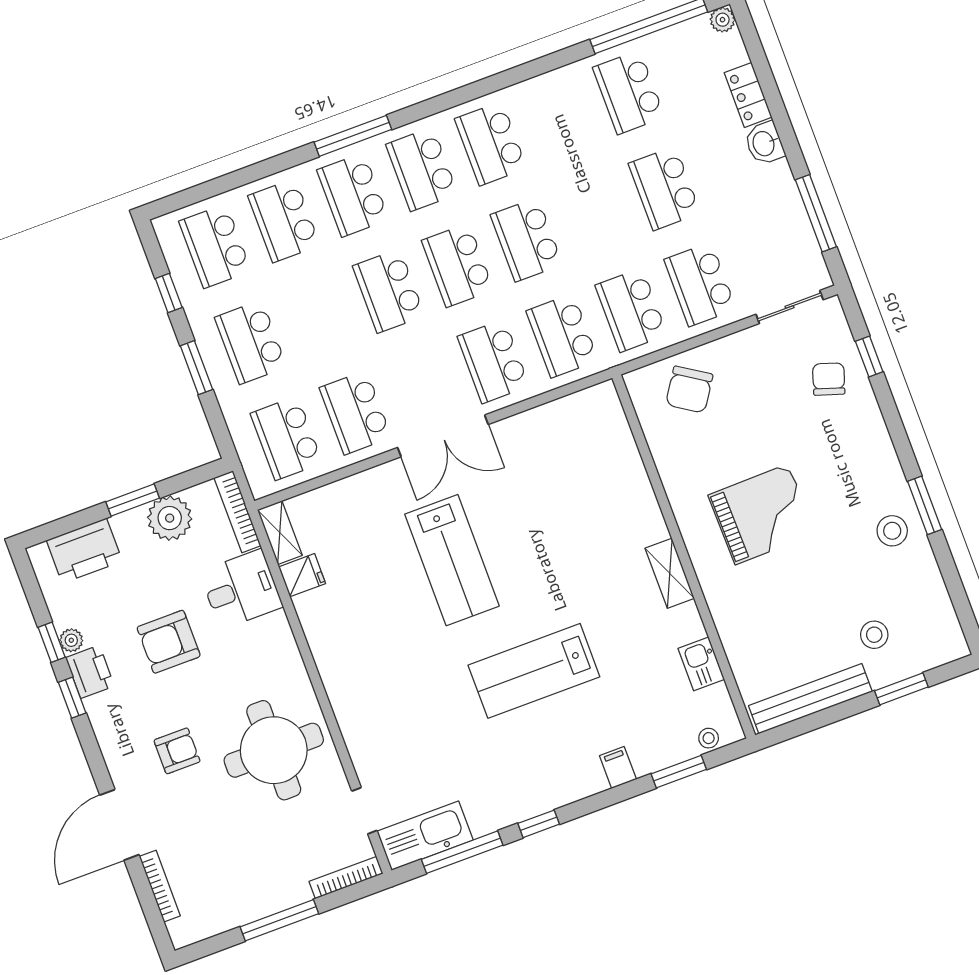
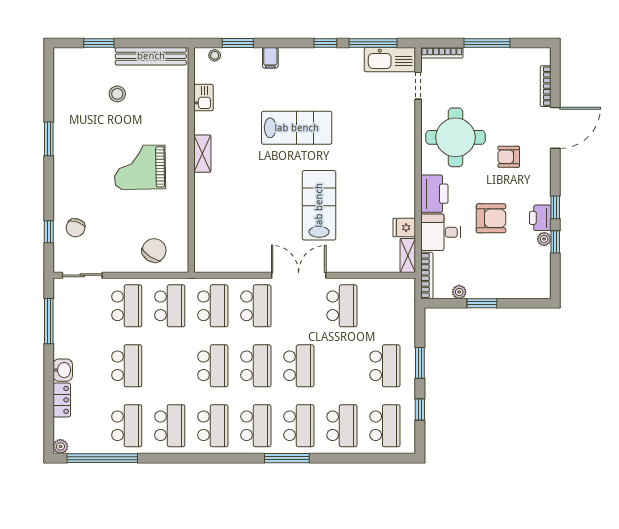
school desk: (286, 438) -> (170, 426), moved
plant: (170, 518) -> (459, 292), width x0.53, depth x0.53
stool: (892, 531) -> (72, 132), removed
printer: (84, 551) -> (434, 194), moved, turned 90
stool: (874, 635) -> (117, 94), moved

